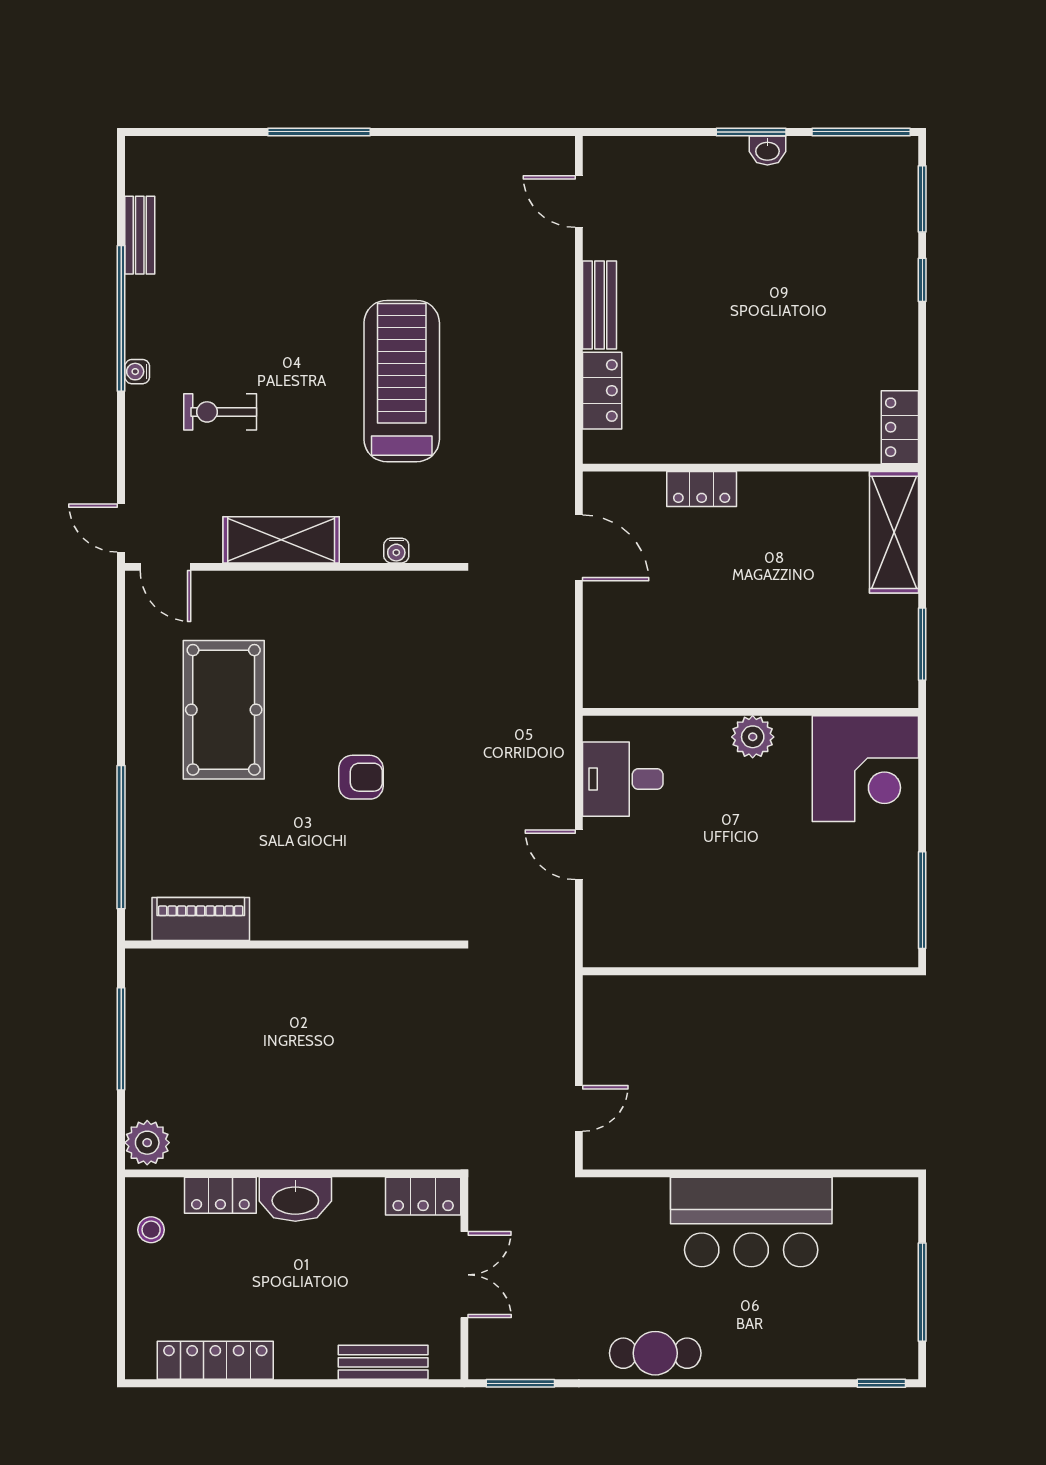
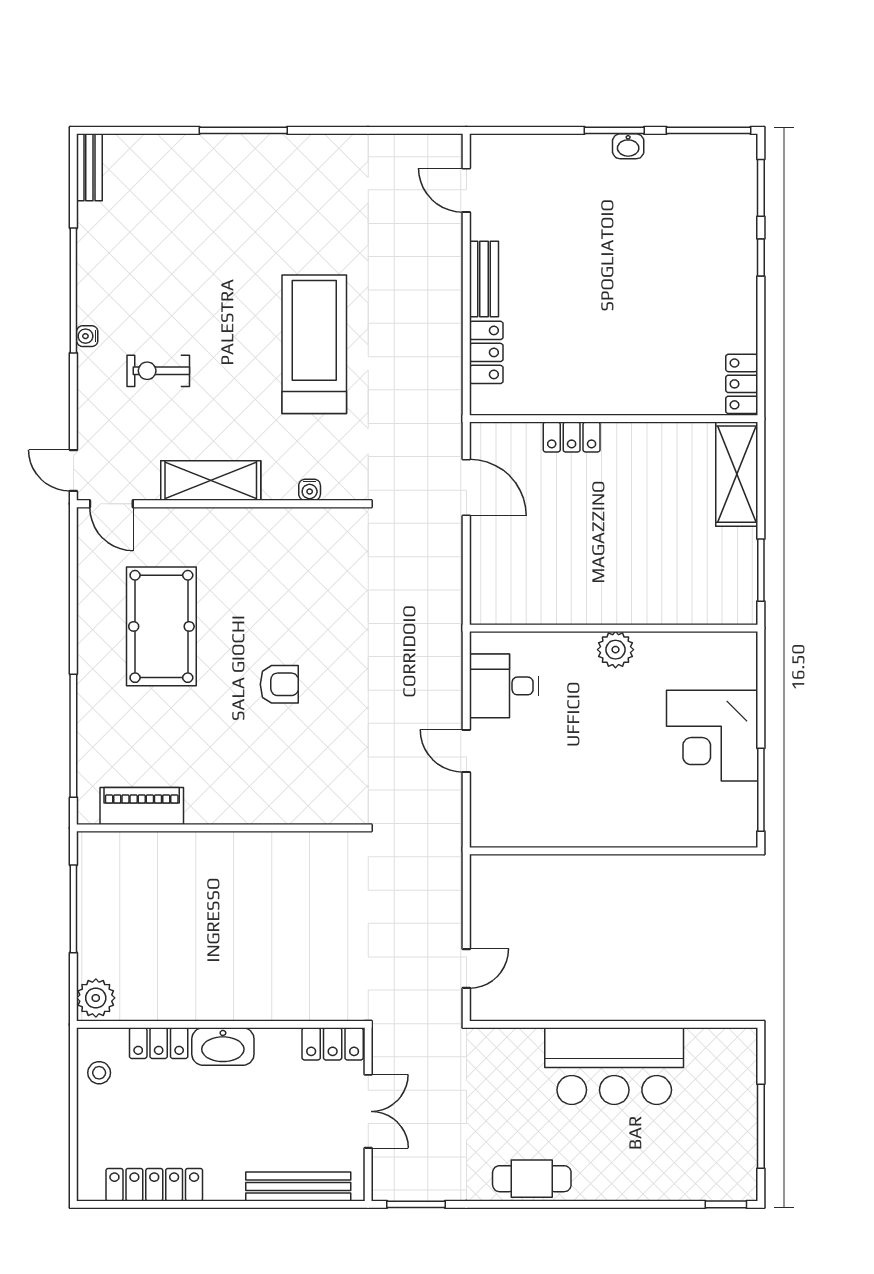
bench: (140, 235) -> (89, 167), moved
corner desk: (865, 769) -> (712, 736), moved, turned 90
bench: (383, 1362) -> (298, 1187), width x1.36

